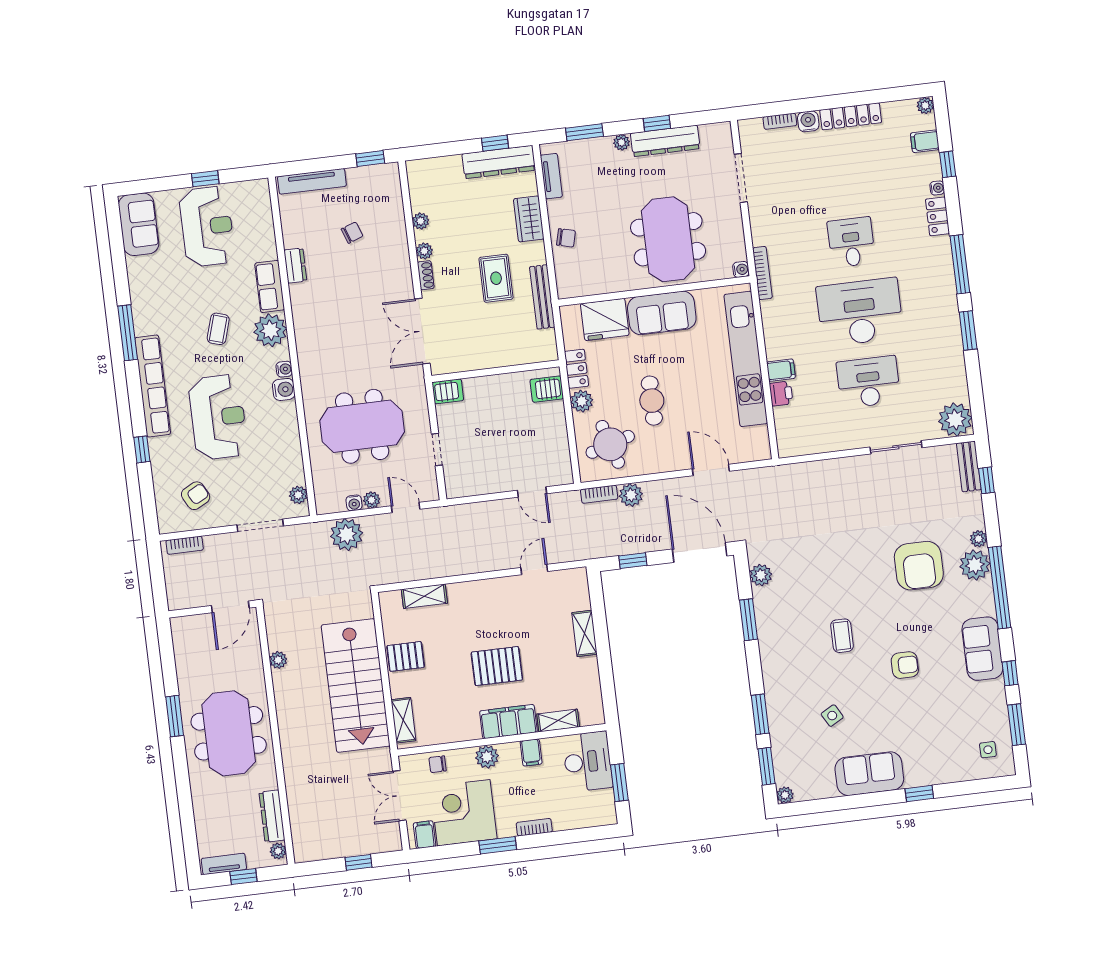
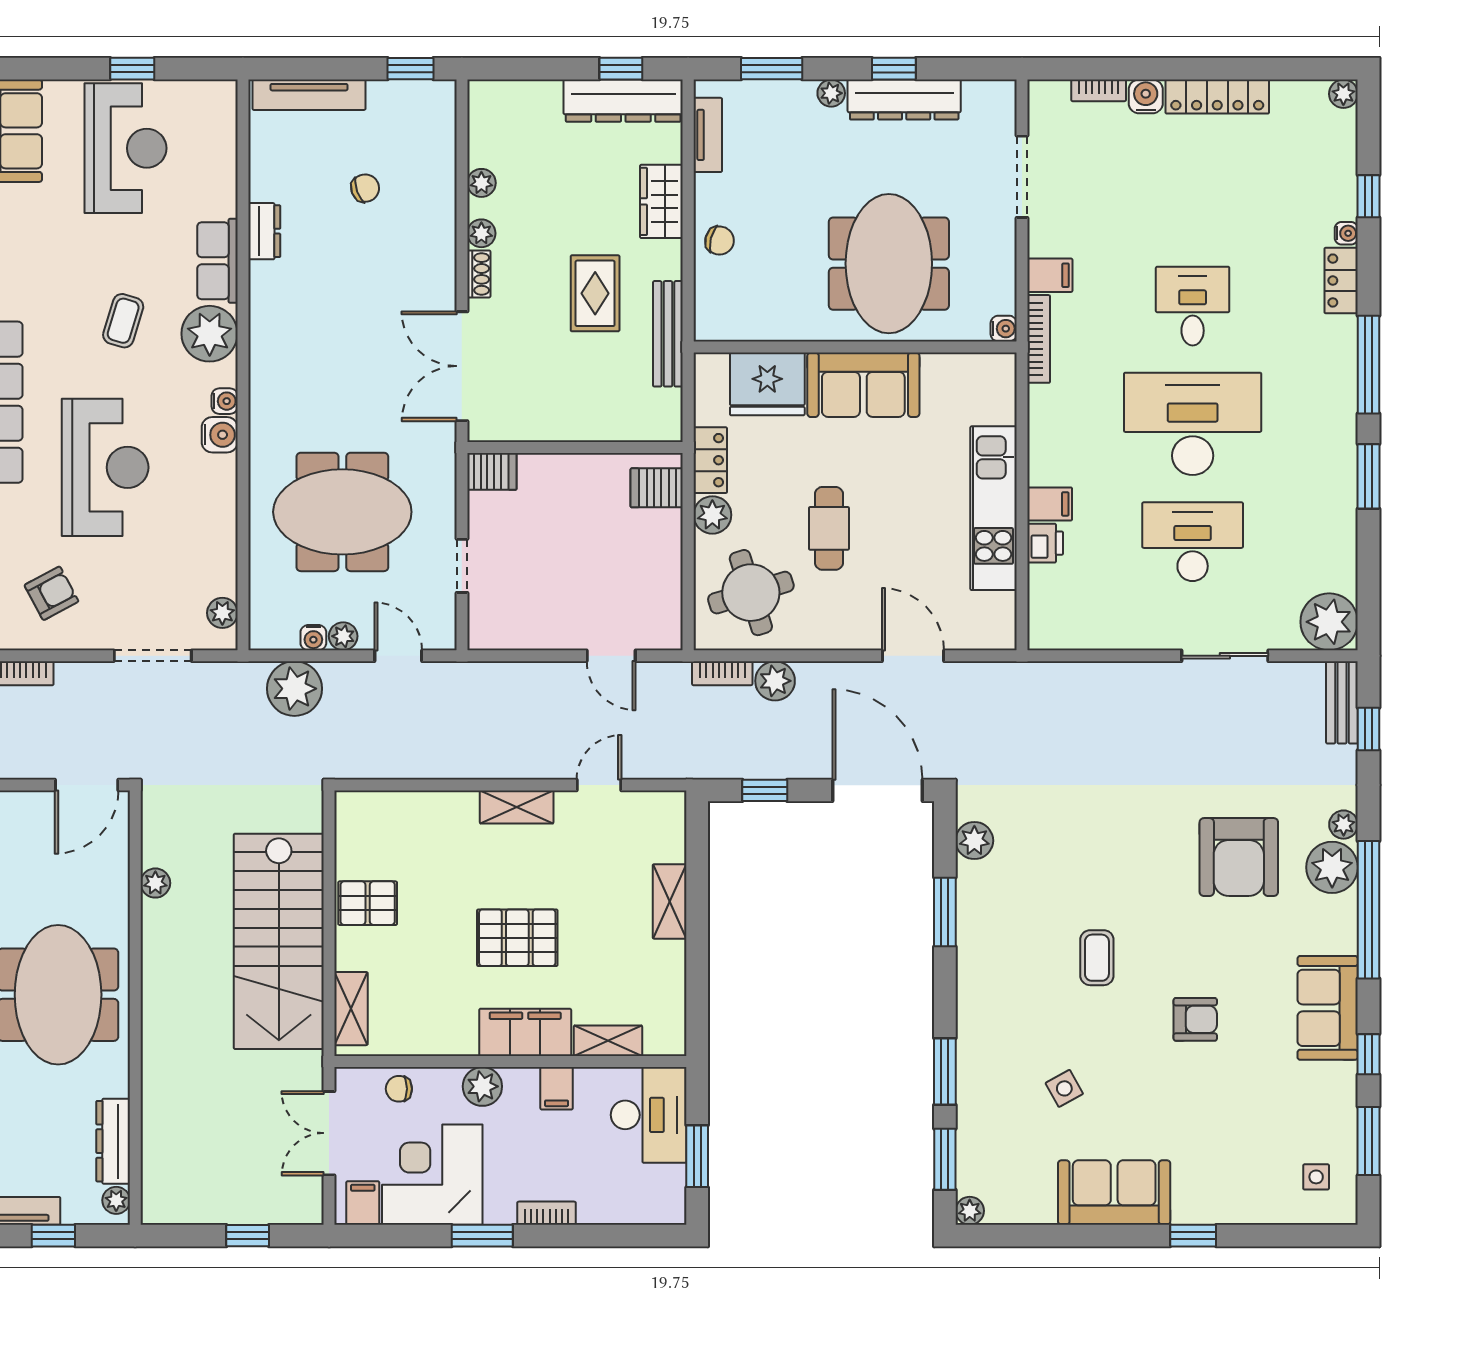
filing cabinet: (925, 141) -> (1050, 275), moved, turned 180
kitchen unit: (746, 359) -> (994, 508), width x0.73
shelving: (424, 596) -> (517, 807), moved

